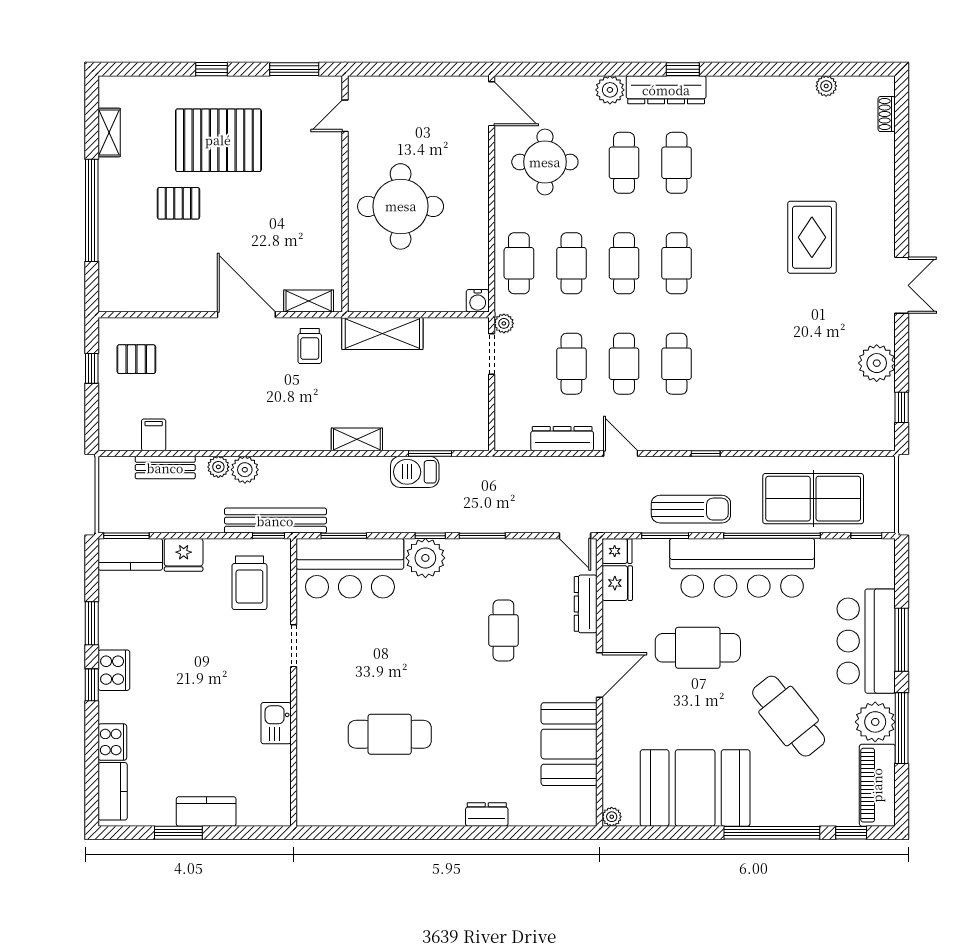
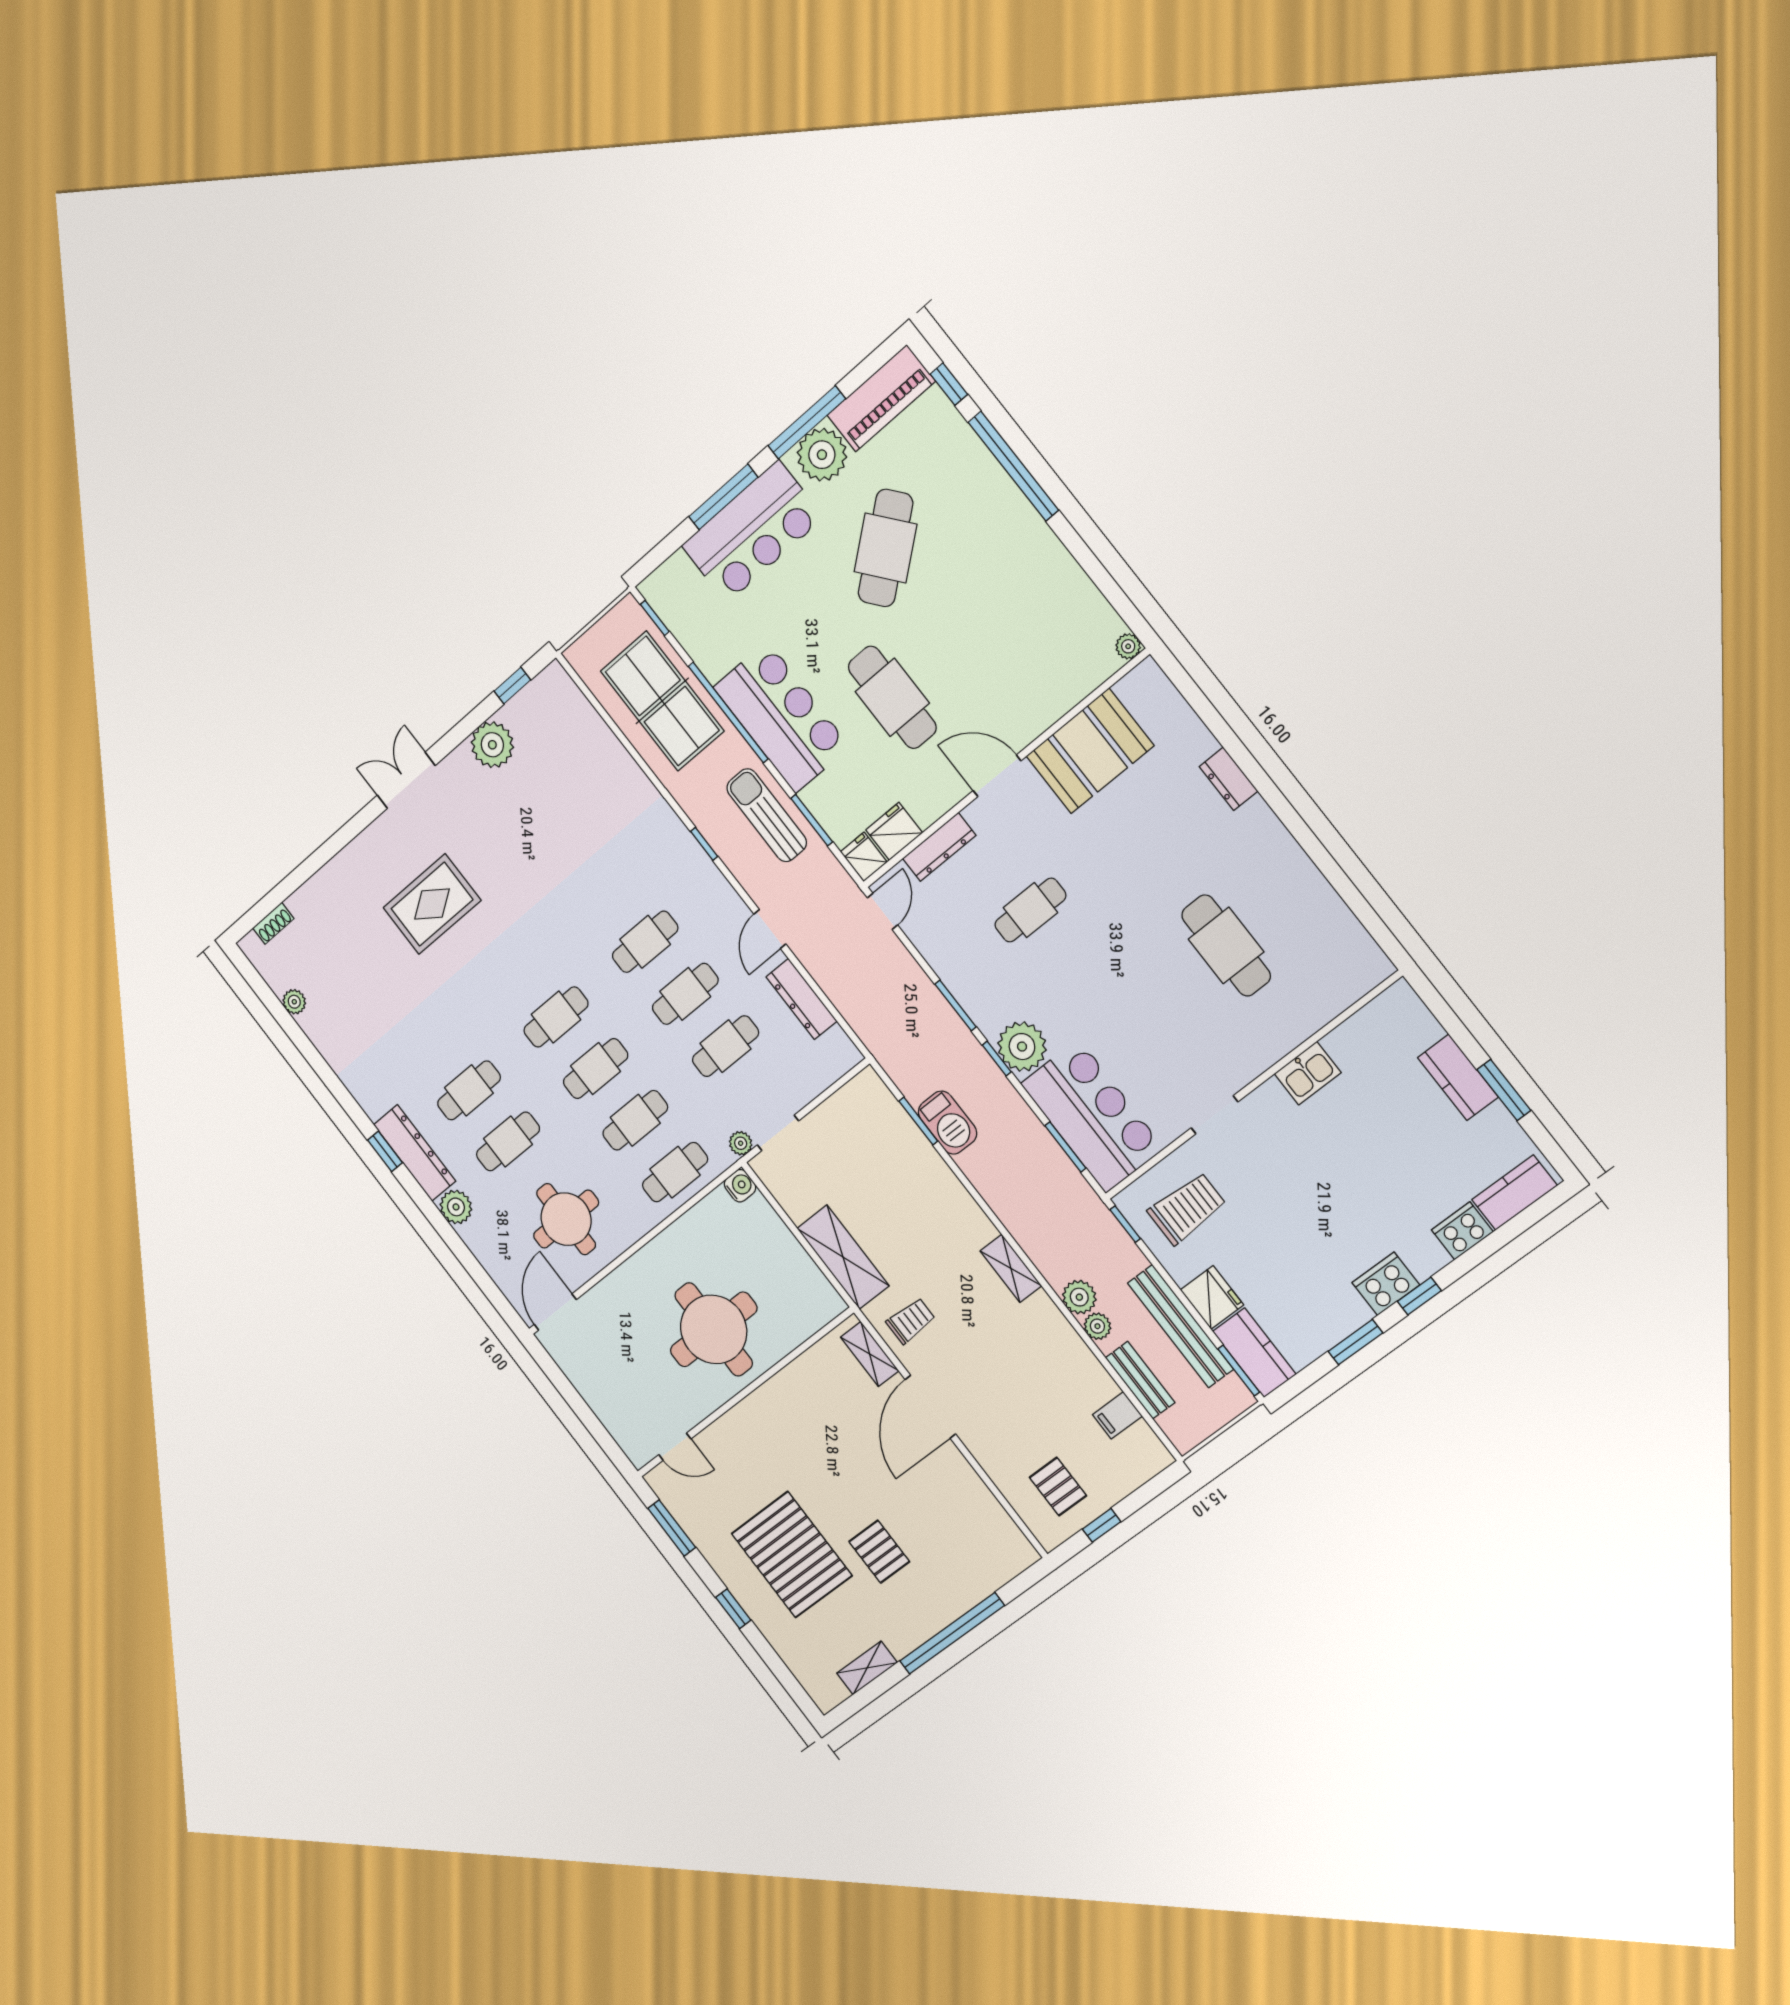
shelving: (357, 439) -> (1011, 1268), moved
bench: (275, 521) -> (1180, 1326), moved
bar counter: (742, 568) -> (781, 717), width x0.73
booth: (695, 788) -> (1031, 584), removed

